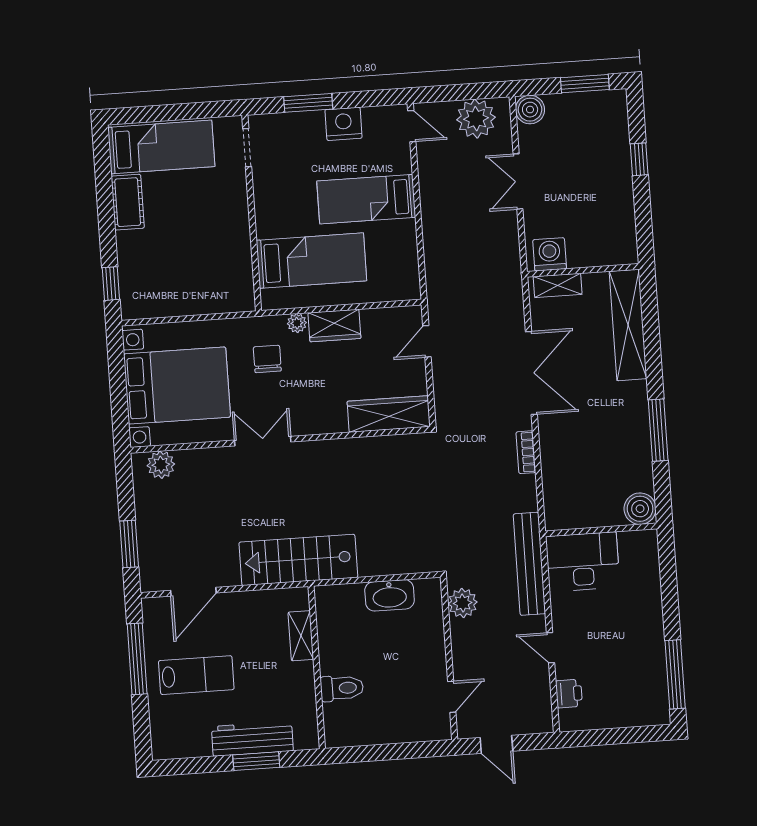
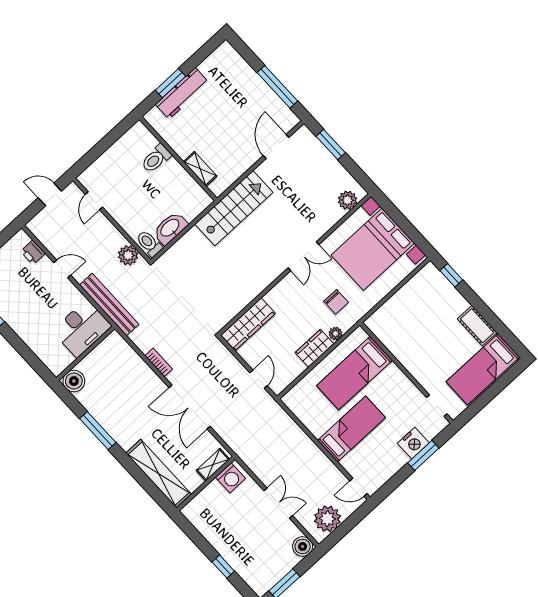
nightstand: (344, 124) -> (413, 443), moved
toilet: (428, 597) -> (149, 244), added
lab bench: (196, 675) -> (239, 103), removed

